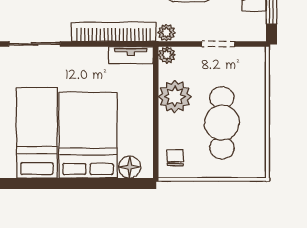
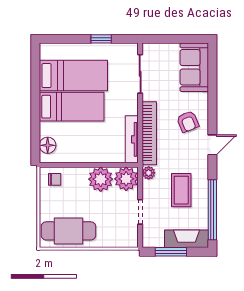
tv unit: (131, 55) -> (132, 139), width x1.41
plant: (167, 55) -> (126, 179), width x1.88, depth x1.88
cafe table: (222, 123) -> (68, 231), moved
bed: (88, 135) -> (72, 107), width x0.67

